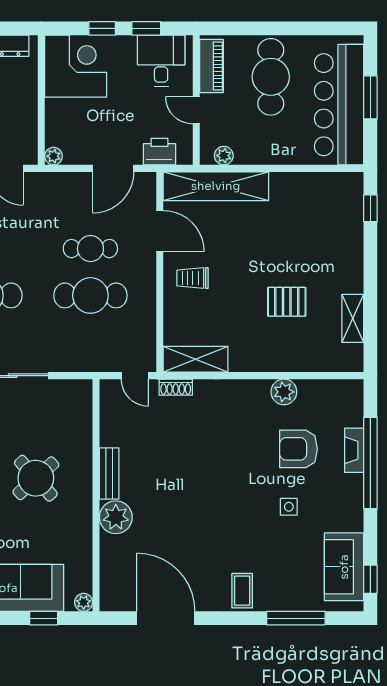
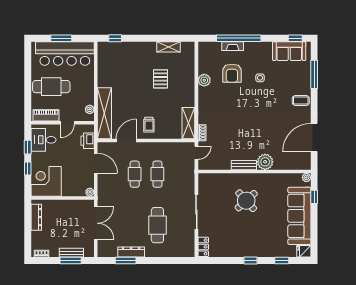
cafe table: (90, 295) -> (157, 174), width x0.73, depth x0.74

